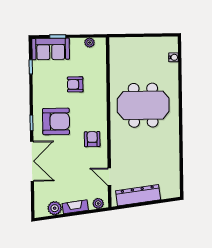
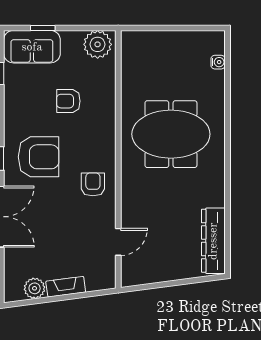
plant: (90, 42) -> (98, 44), width x1.88, depth x1.88
door: (109, 177) -> (118, 242), swing flipped
dresser: (138, 195) -> (213, 241), moved, turned -83
plant: (98, 203) -> (101, 282), removed

